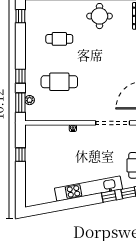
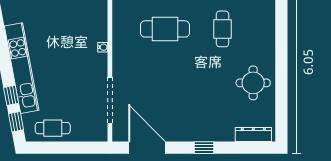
cafe table: (59, 82) -> (165, 29), turned 90

